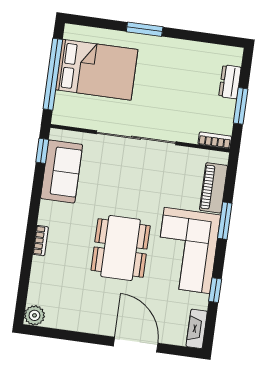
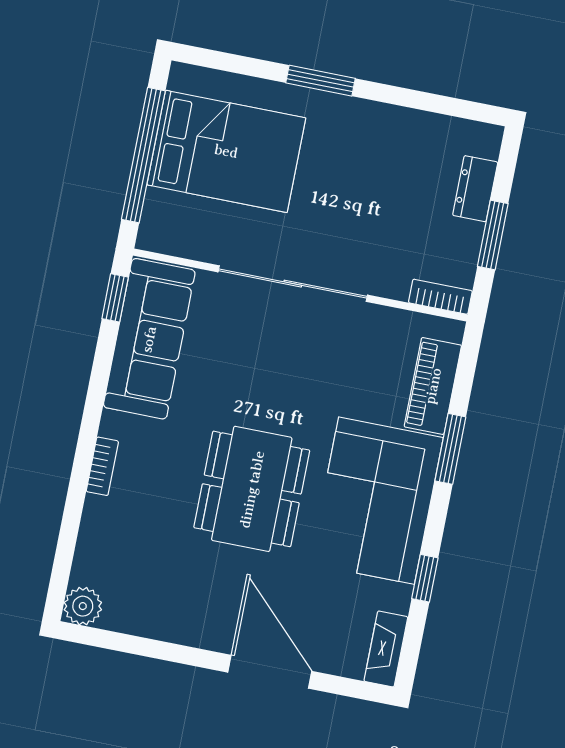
sofa: (62, 171) -> (149, 339), width x1.36

